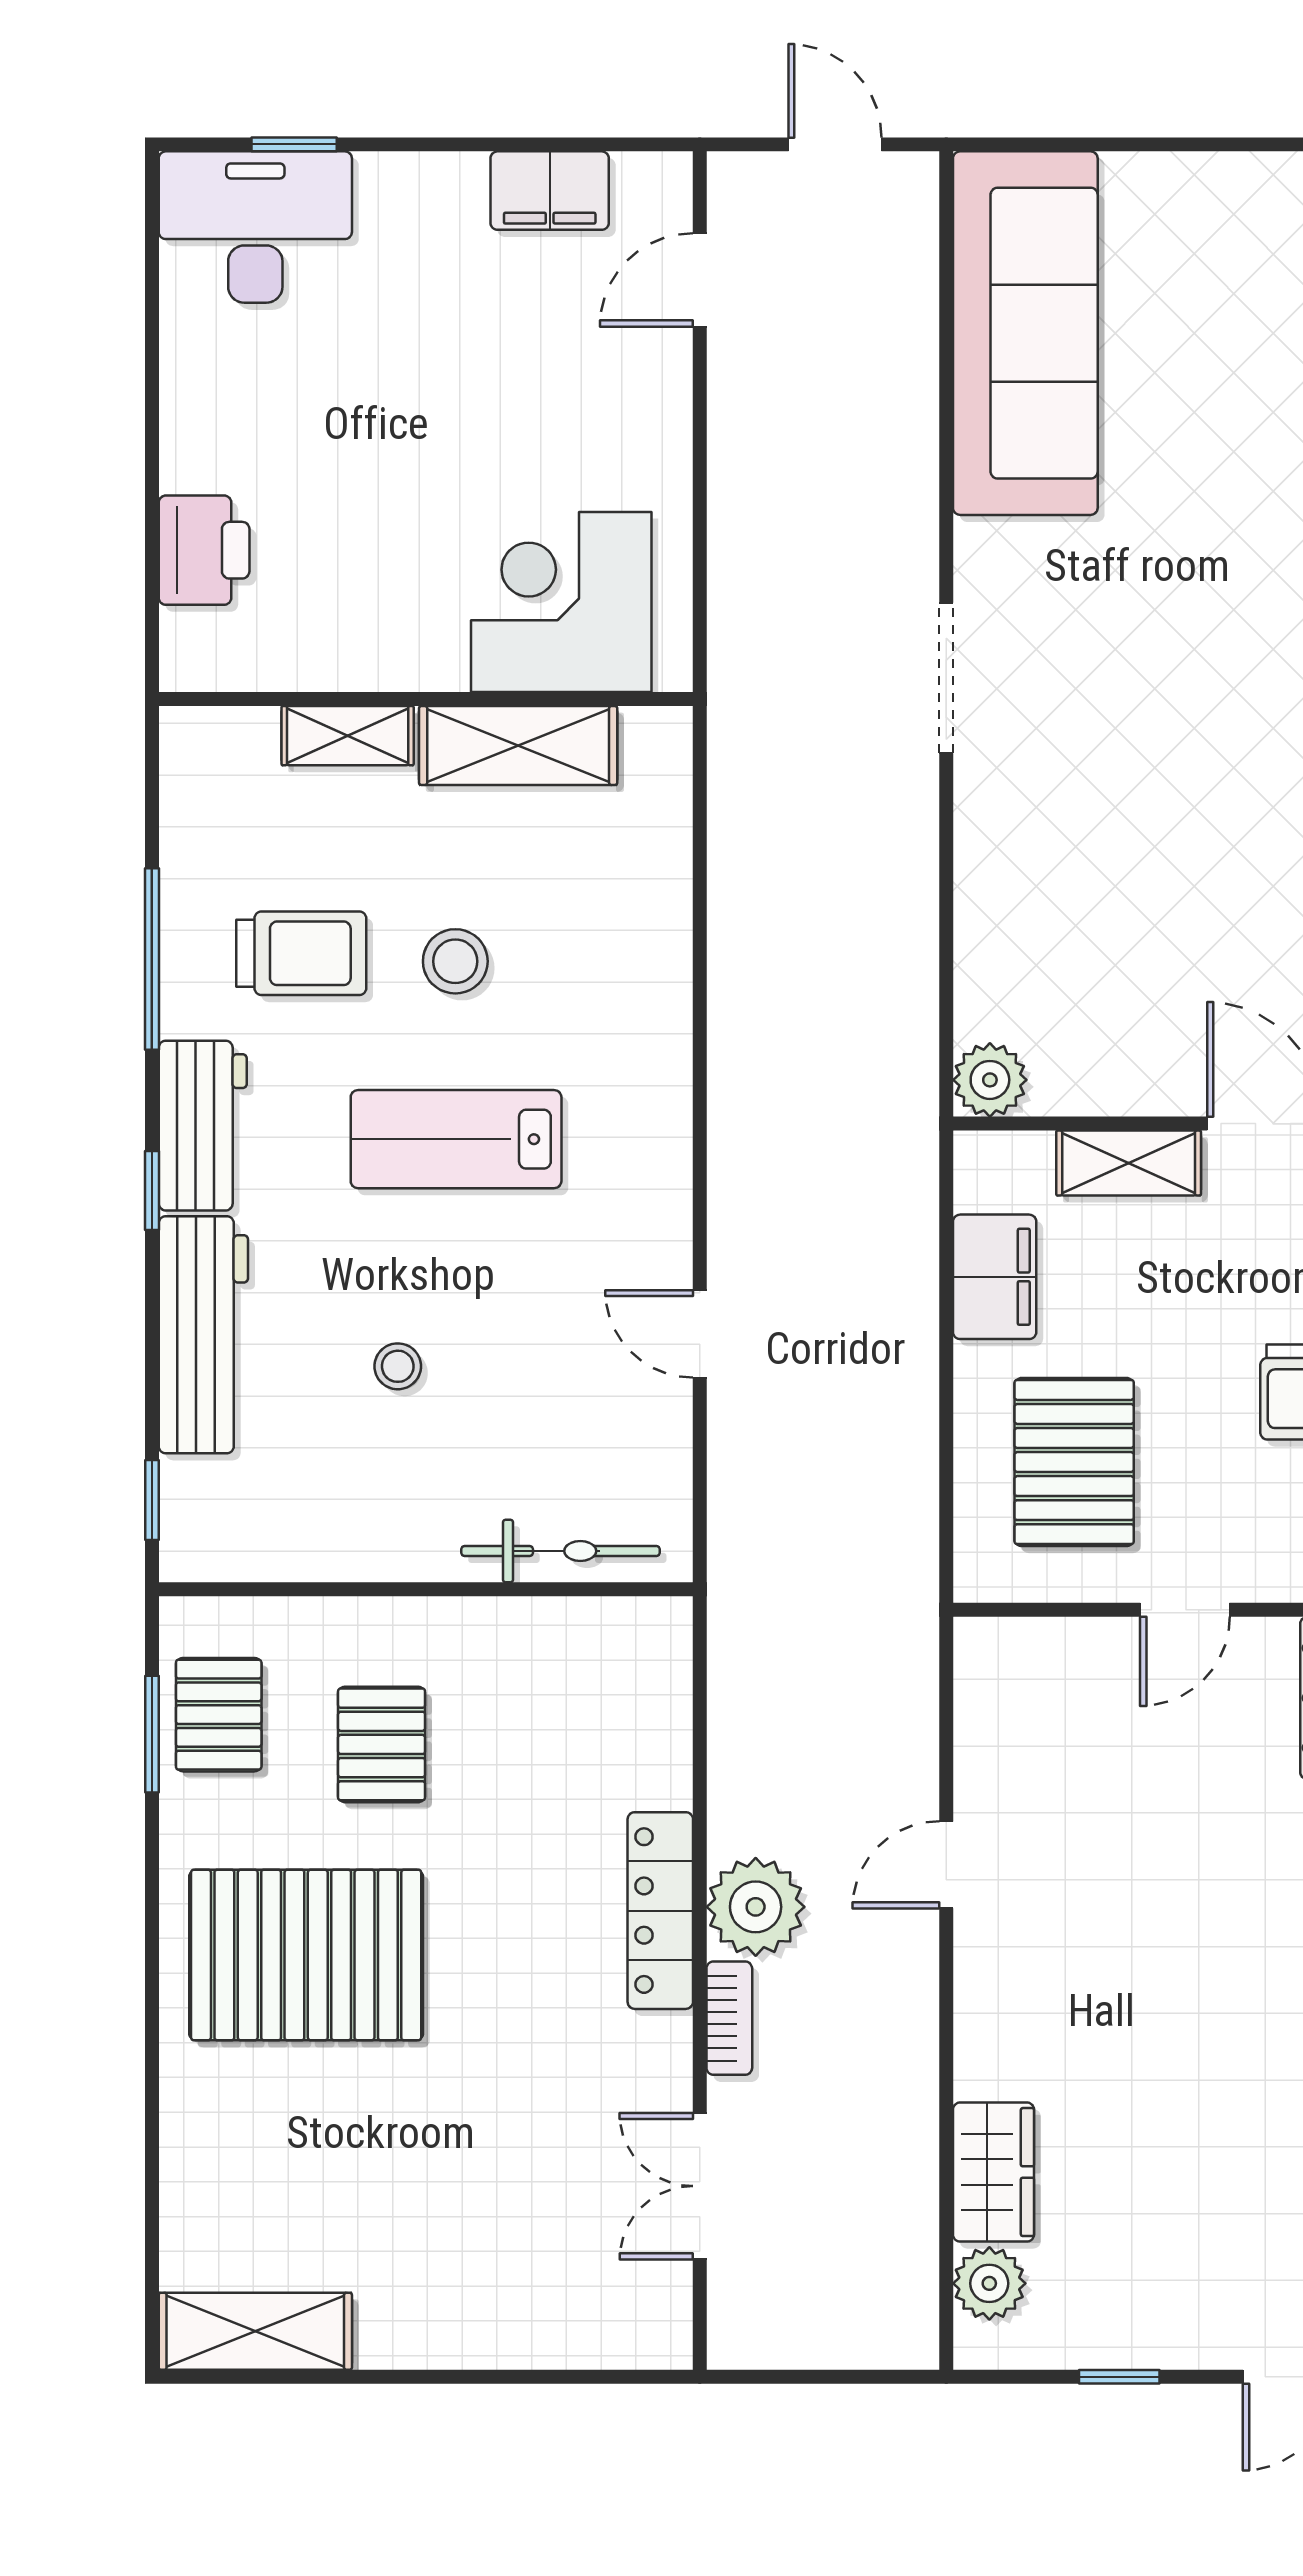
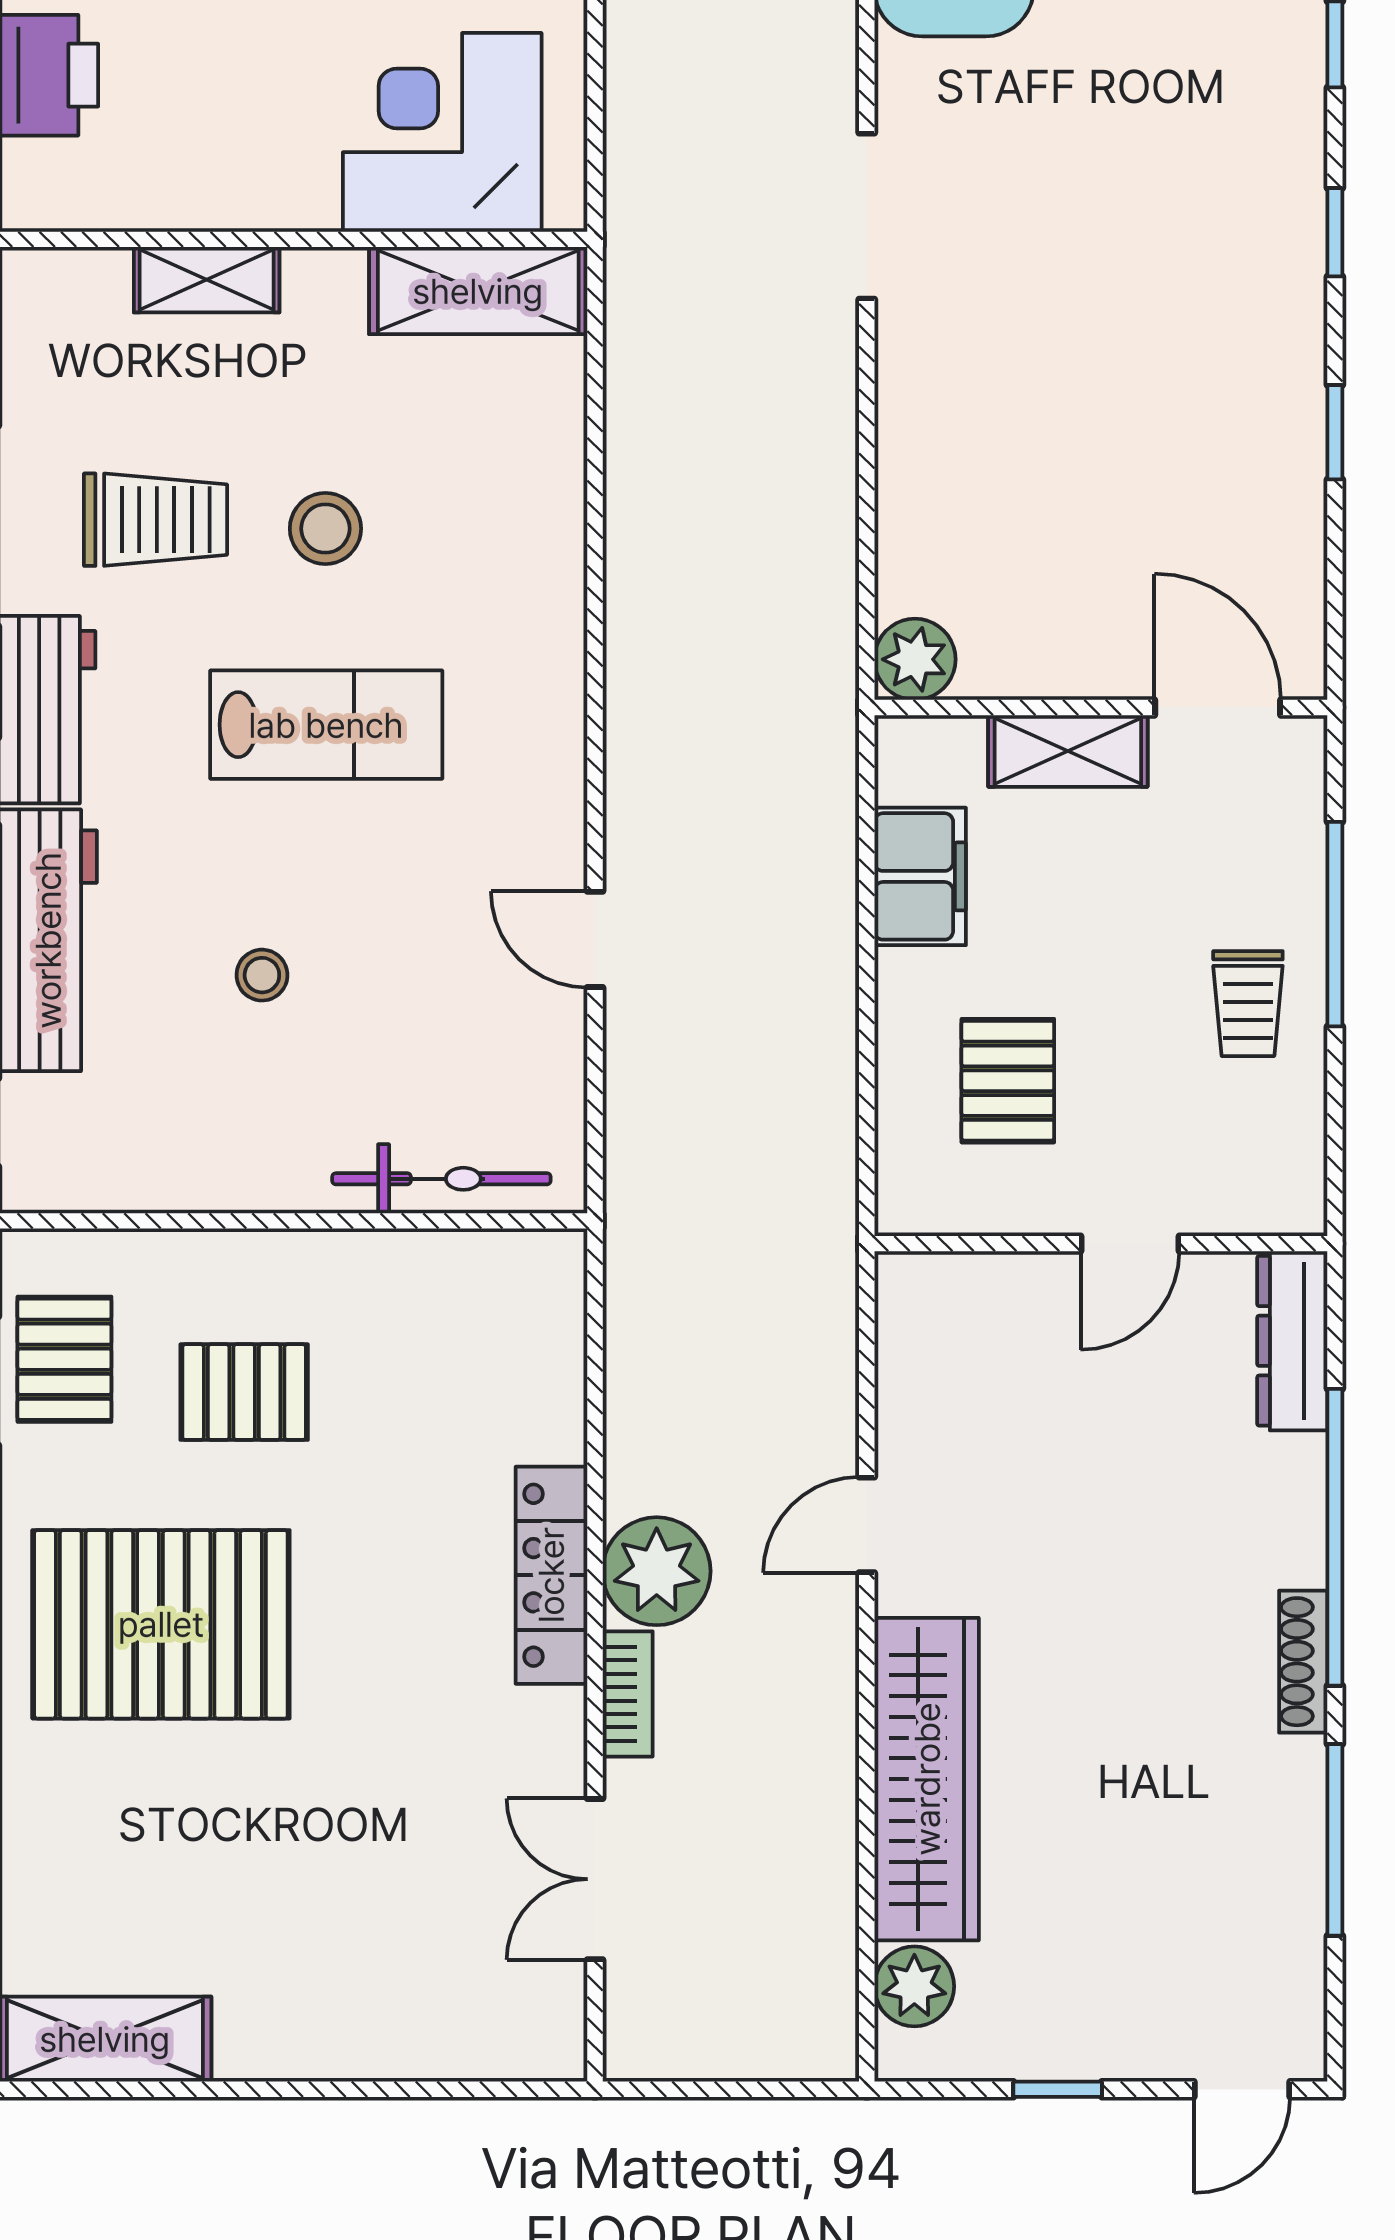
shelving: (518, 745) -> (478, 291), moved
lab bench: (456, 1139) -> (326, 725), turned 180
pallet: (1074, 1462) -> (1008, 1081), width x0.67, depth x0.71
pallet: (382, 1744) -> (244, 1392), turned 90
wardrobe: (993, 2172) -> (927, 1779), width x2.10, depth x1.17

